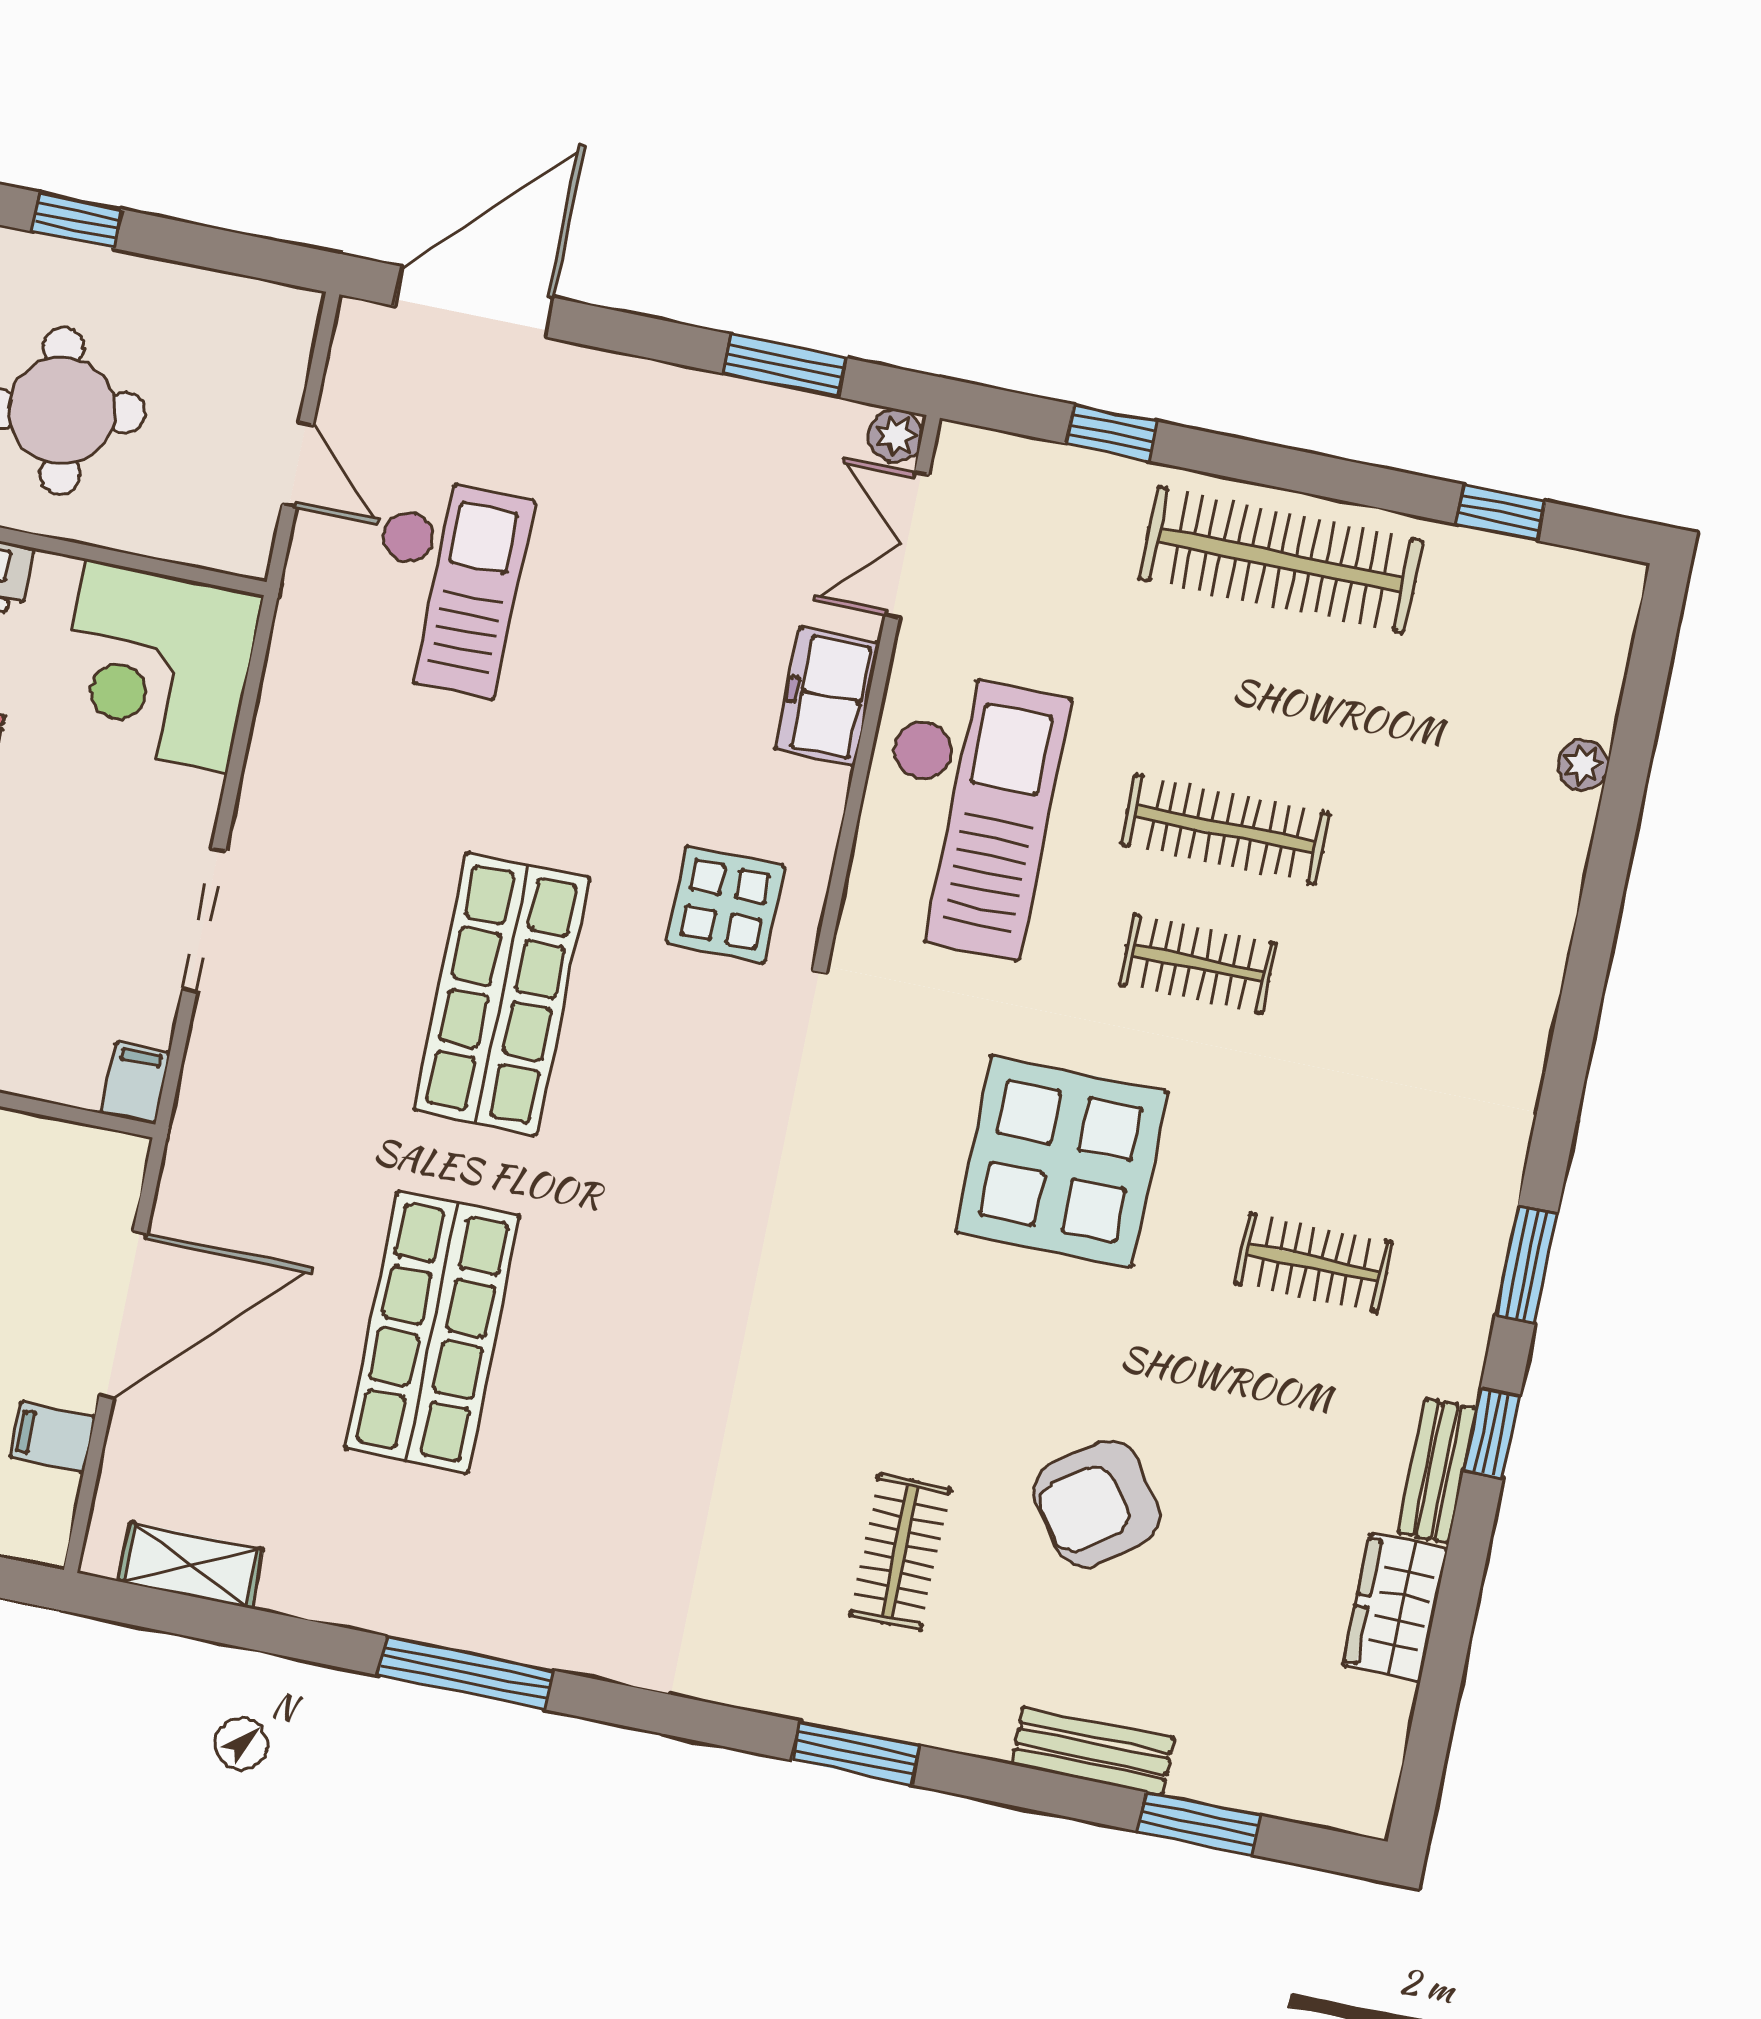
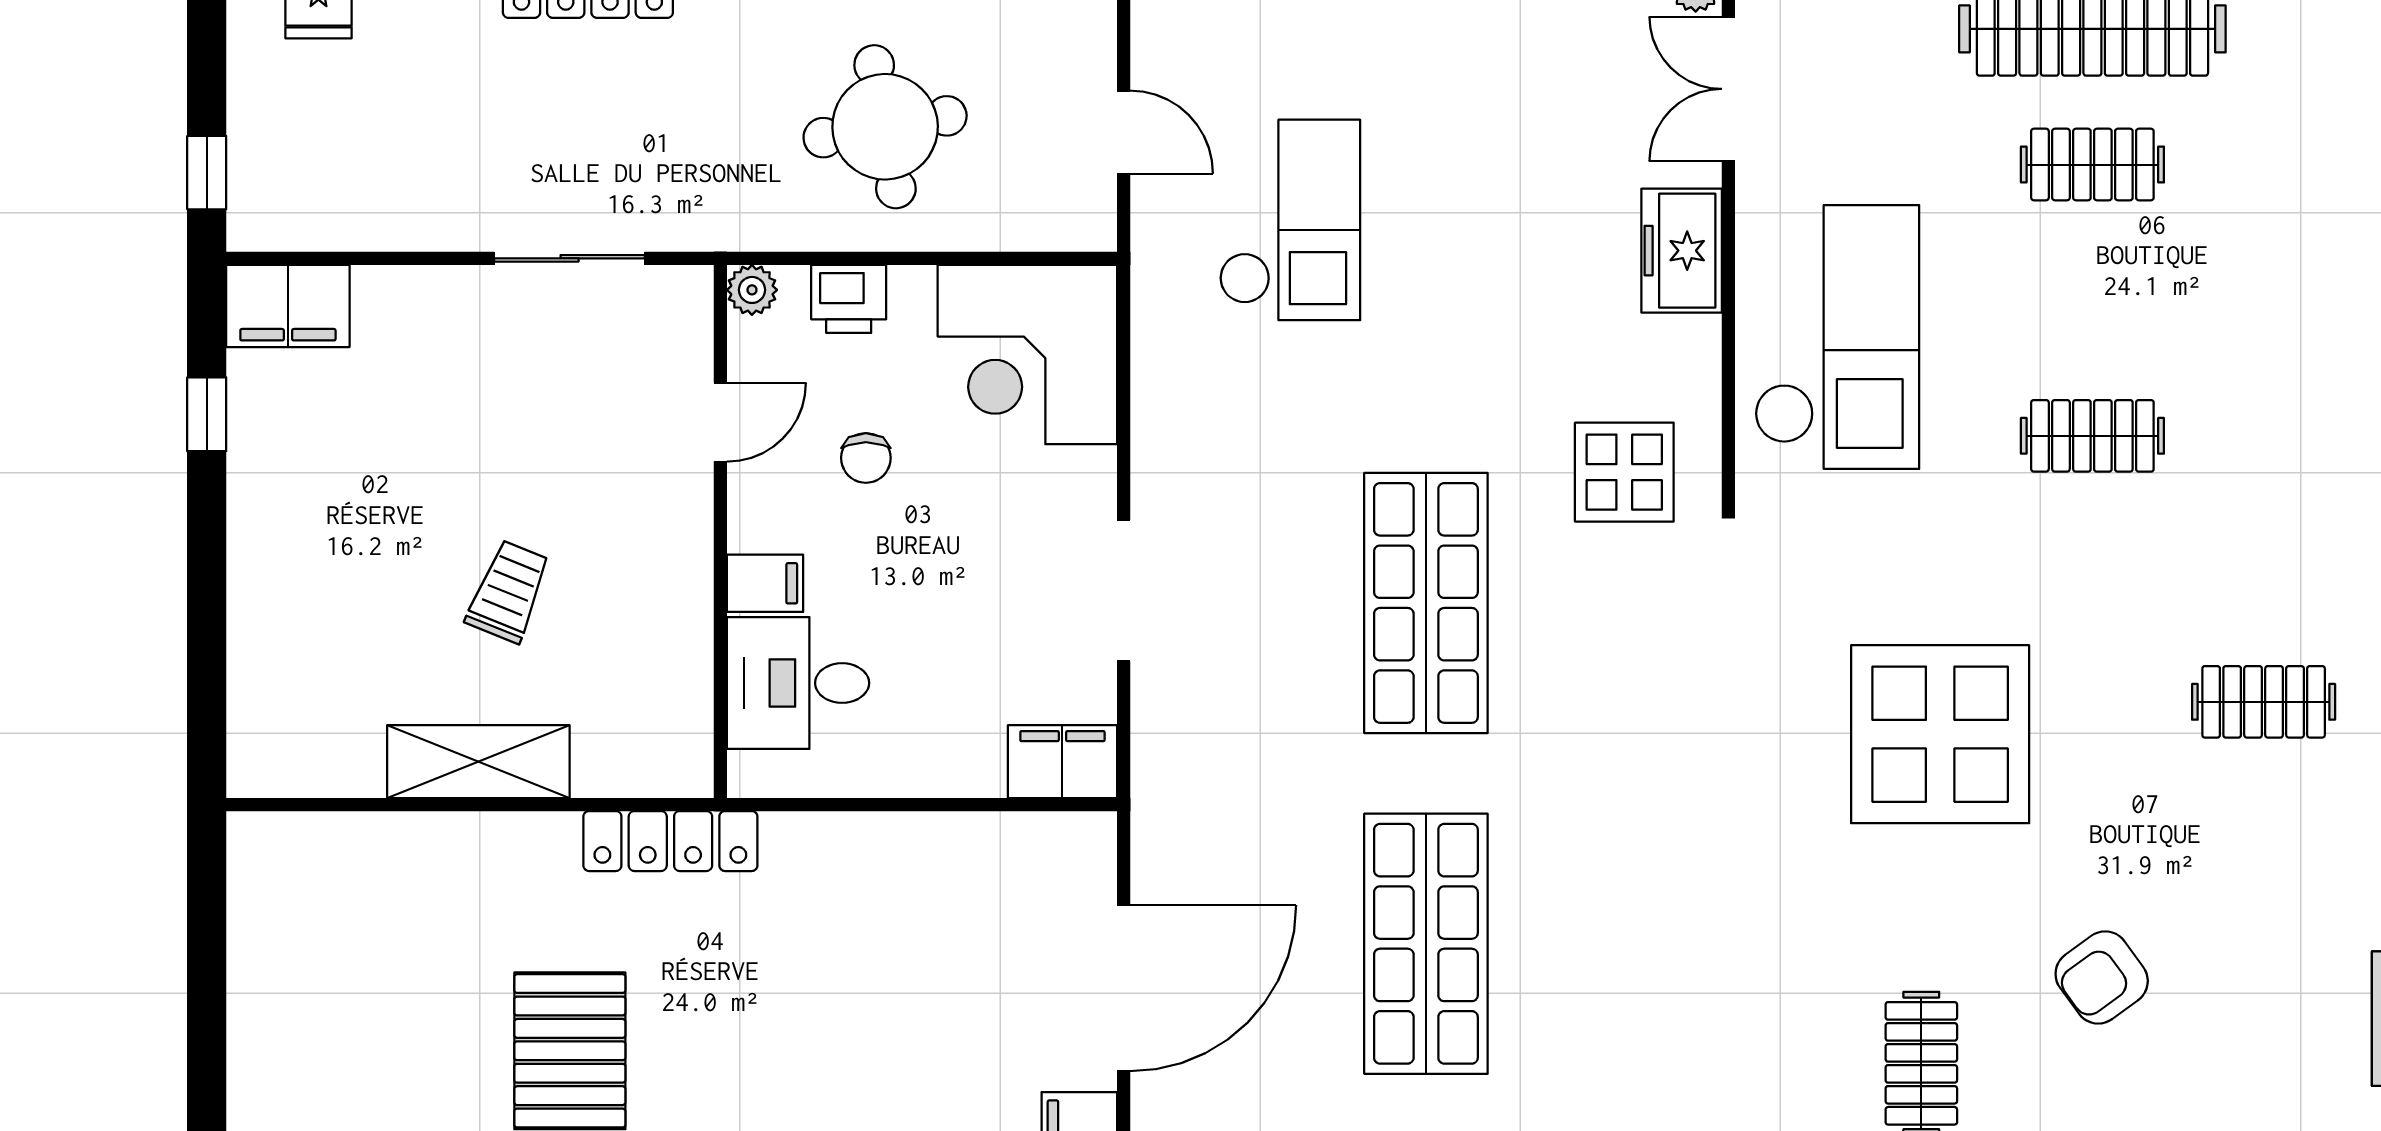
clothes rail: (1225, 829) -> (2092, 165), moved, width x0.73
filing cabinet: (136, 1083) -> (1062, 762), width x2.00
display table: (1061, 1161) -> (1940, 734), moved
armchair: (1097, 1504) -> (2102, 977), width x0.72, depth x0.72

